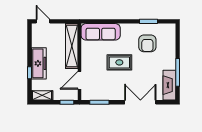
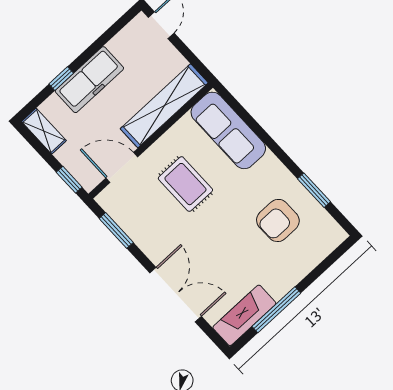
rug: (119, 62) -> (185, 184), moved

